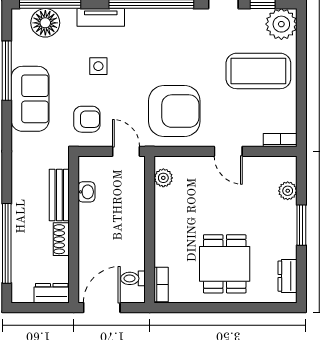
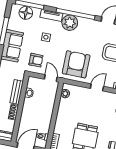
plant: (143, 25) -> (70, 23), added
armchair: (174, 111) -> (76, 64), turned -90
door: (228, 151) -> (97, 87), swing flipped

